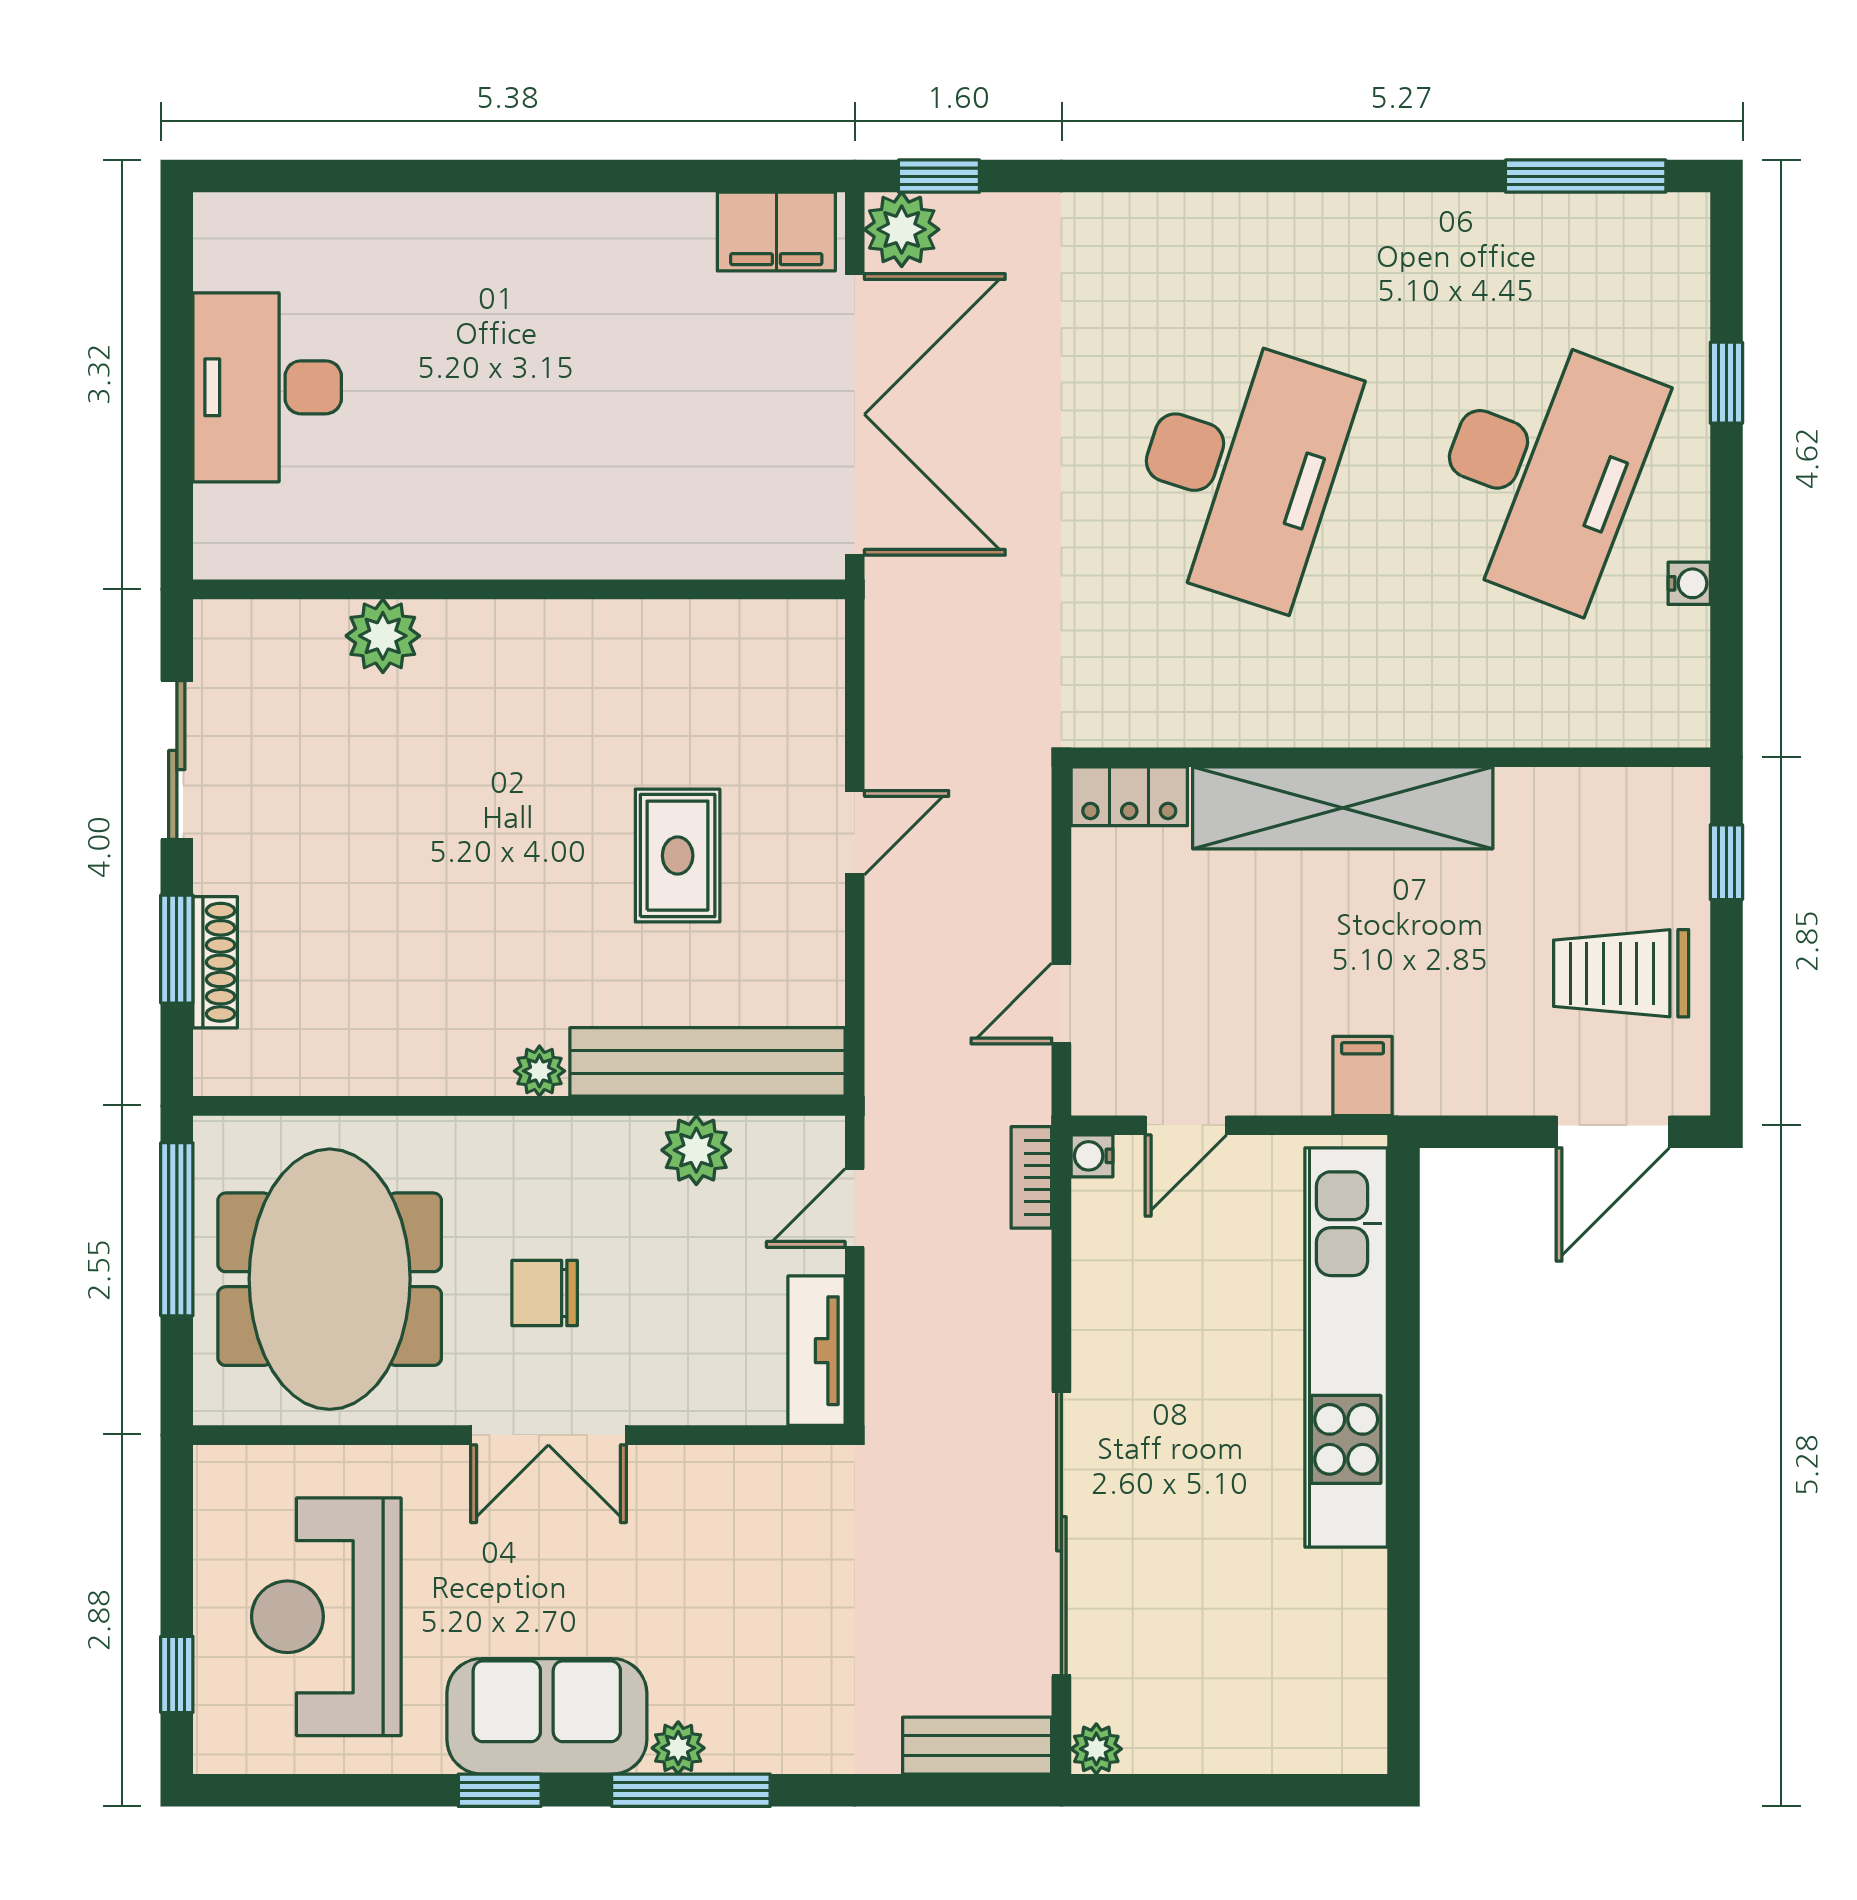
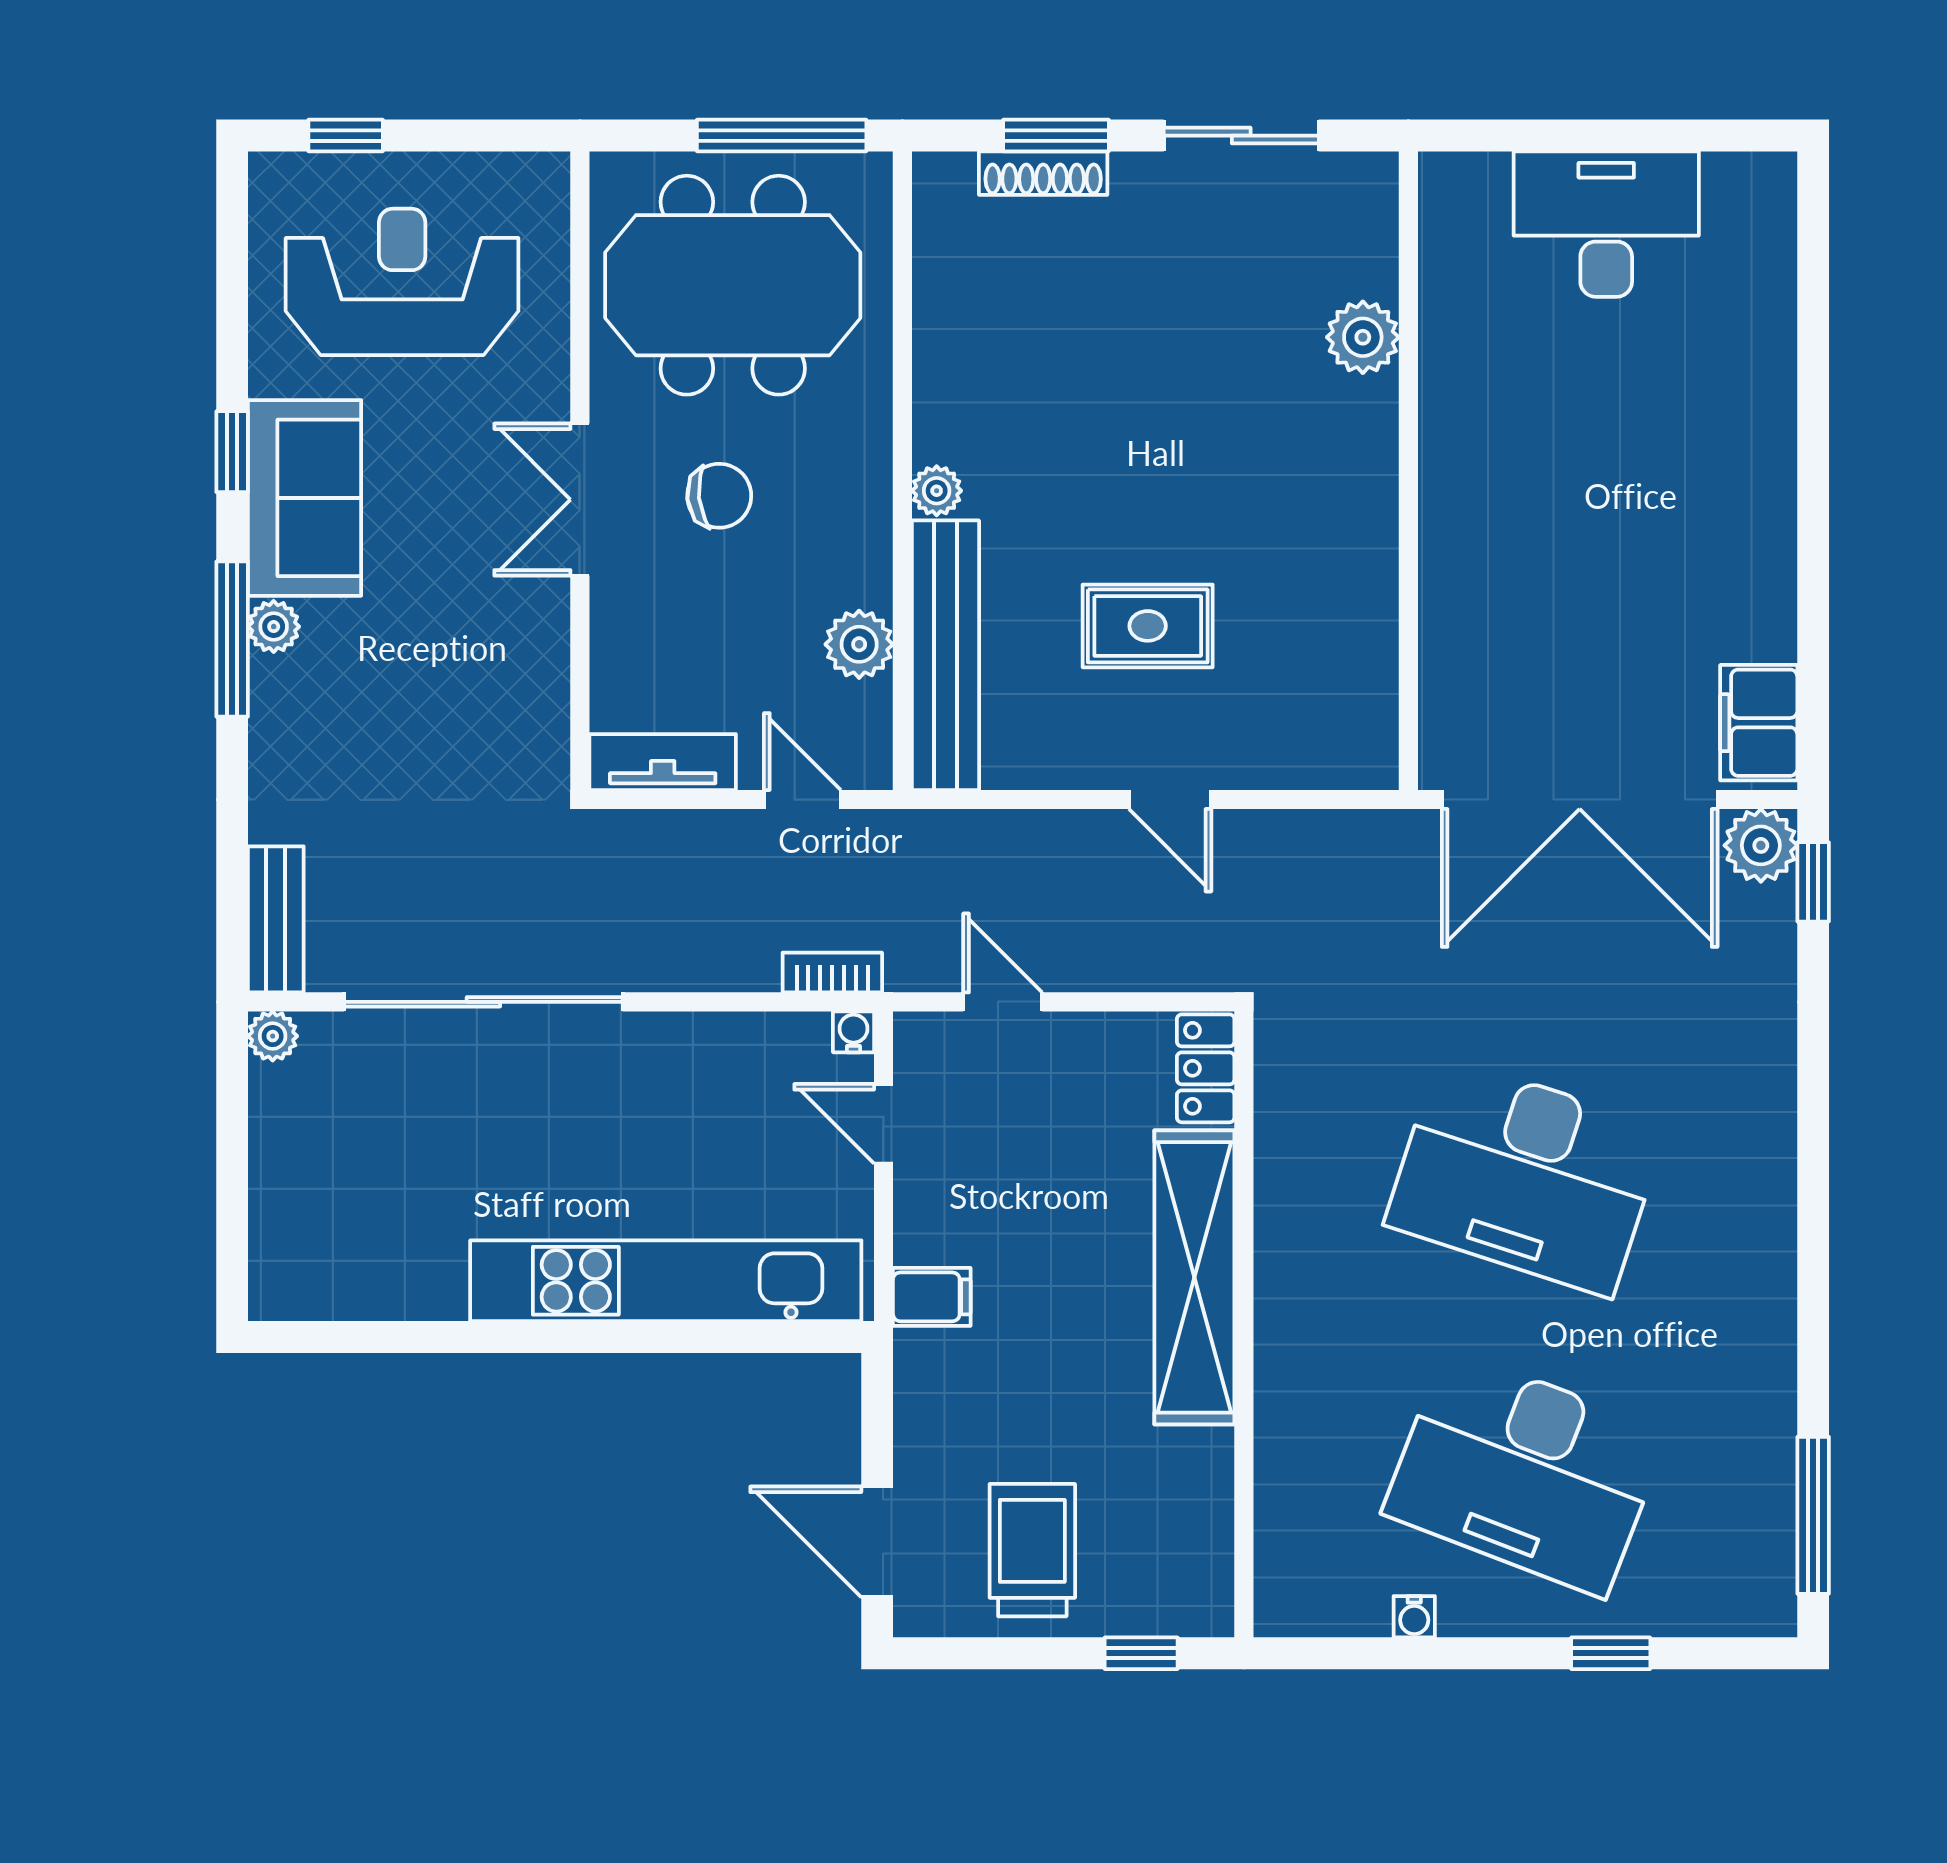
chair: (545, 1293) -> (719, 496), turned 84

